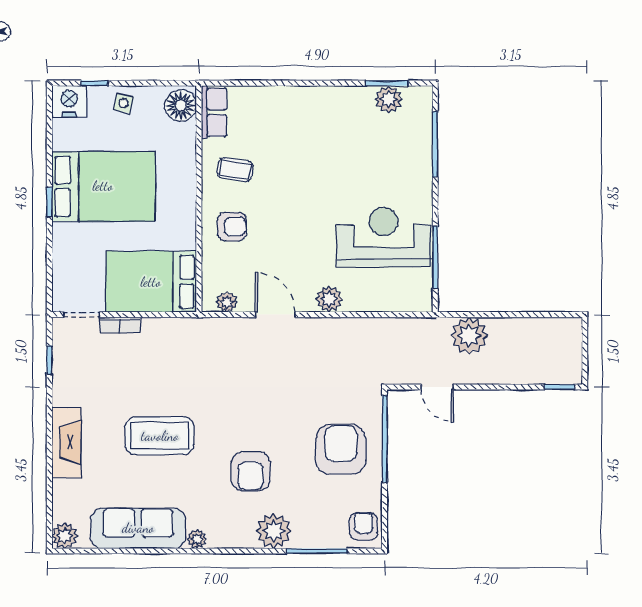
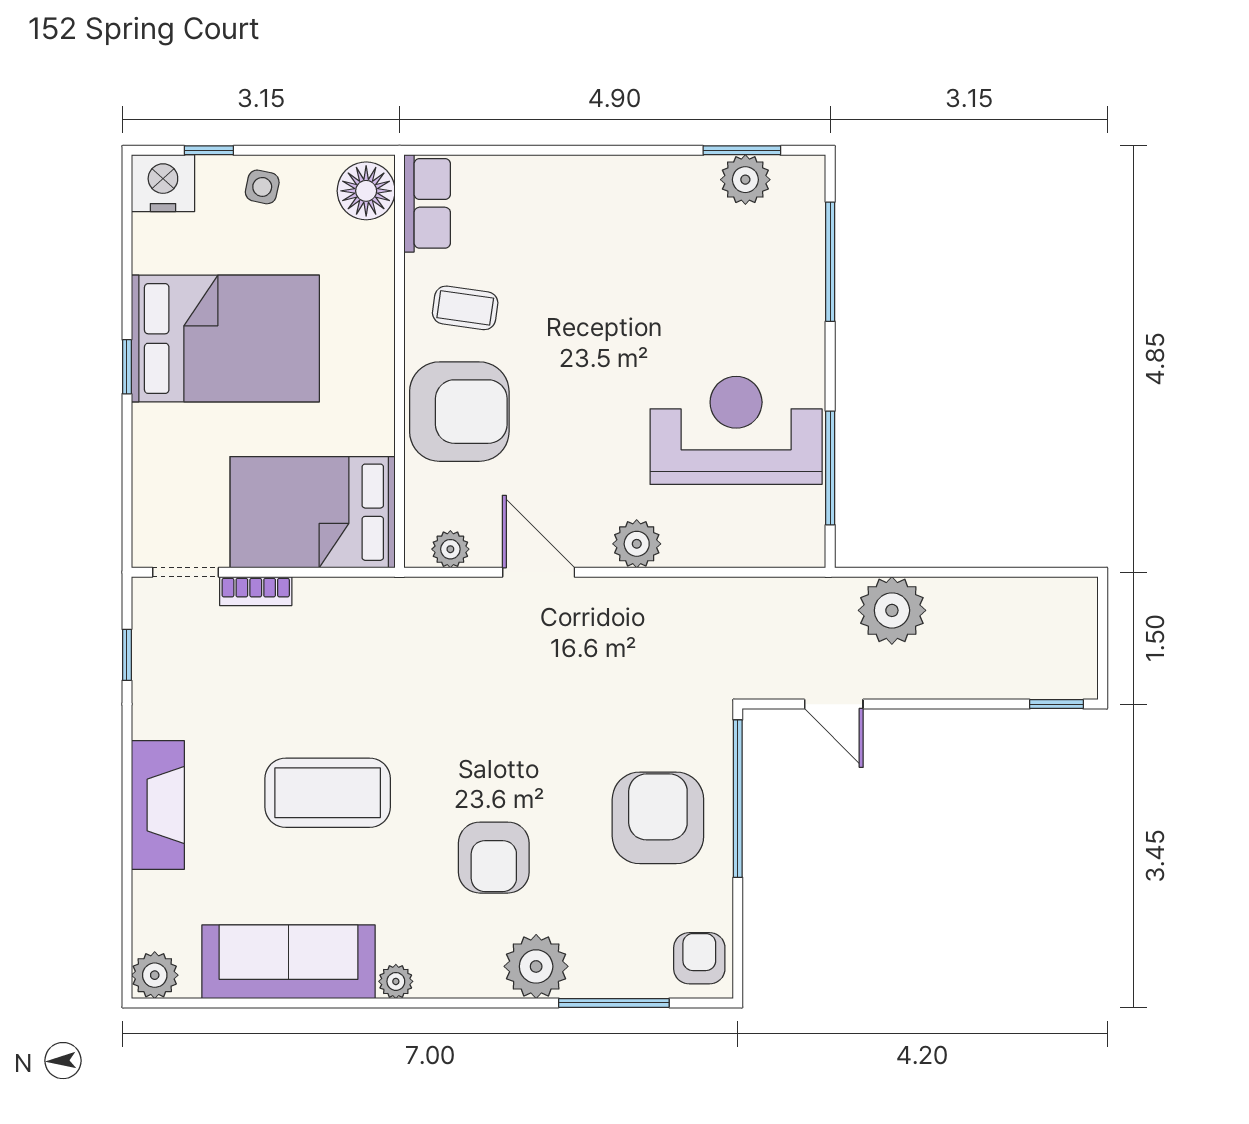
armchair: (232, 227) -> (459, 412), width x1.88, depth x1.88

